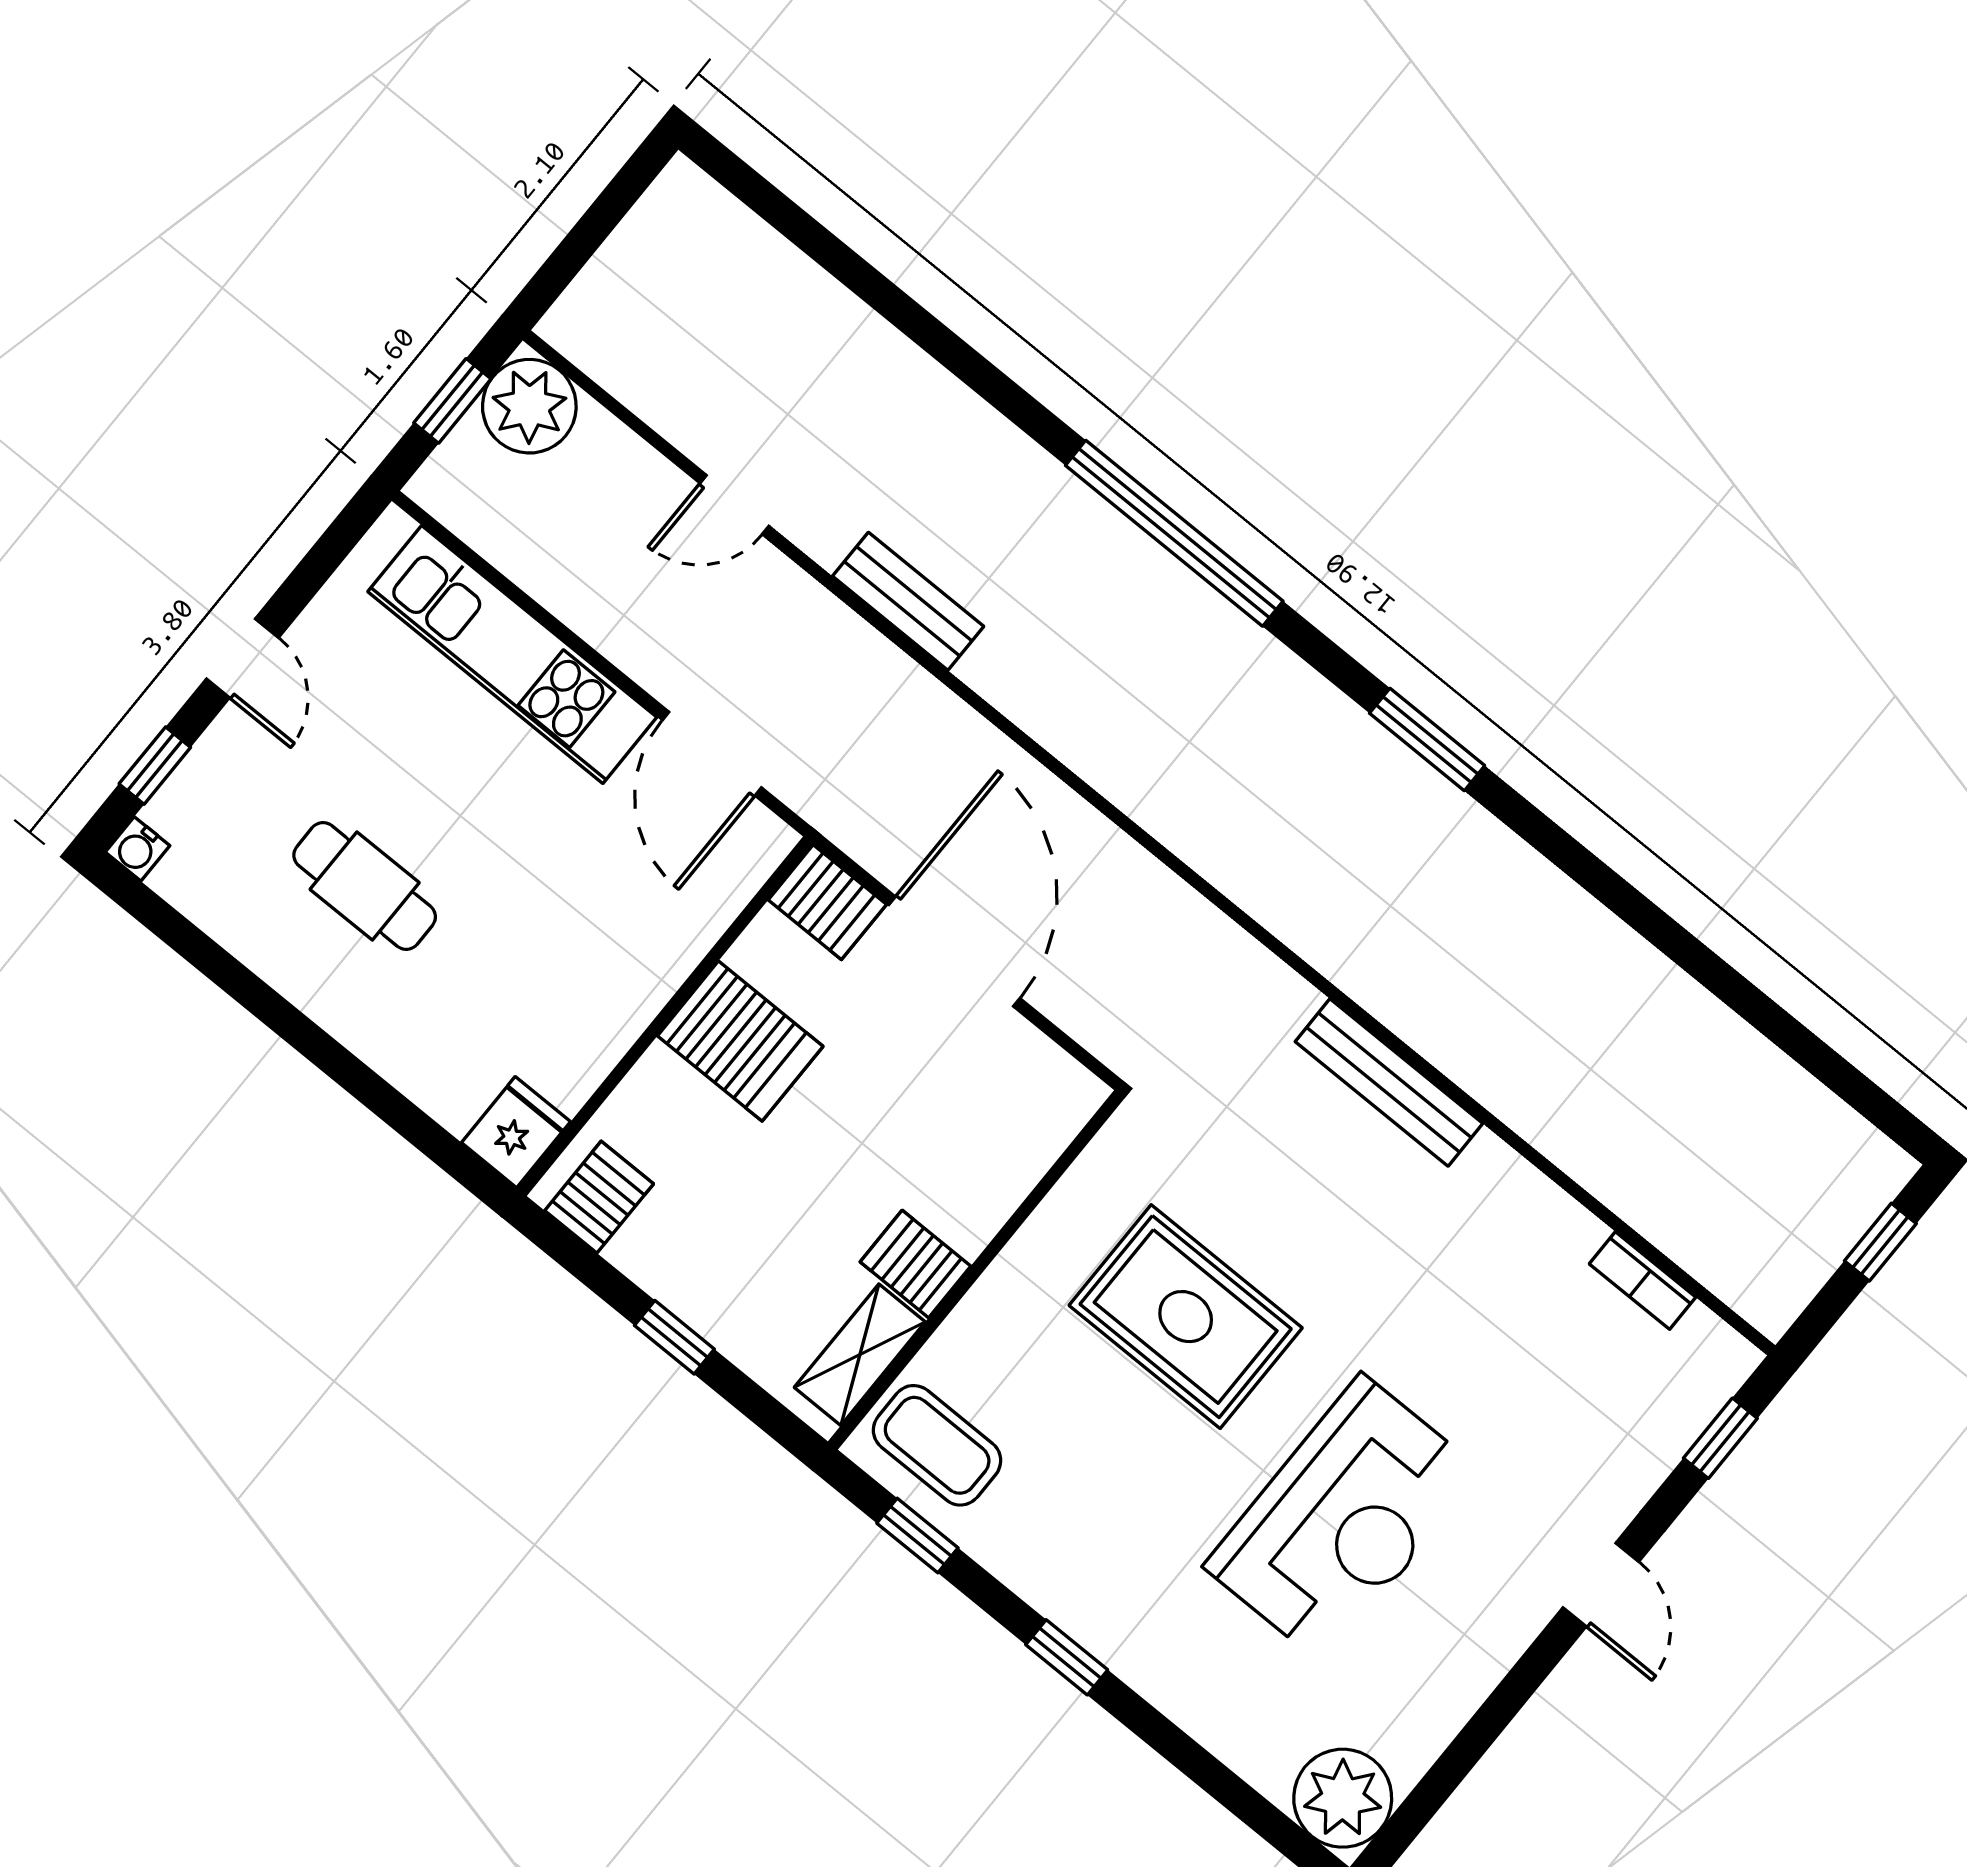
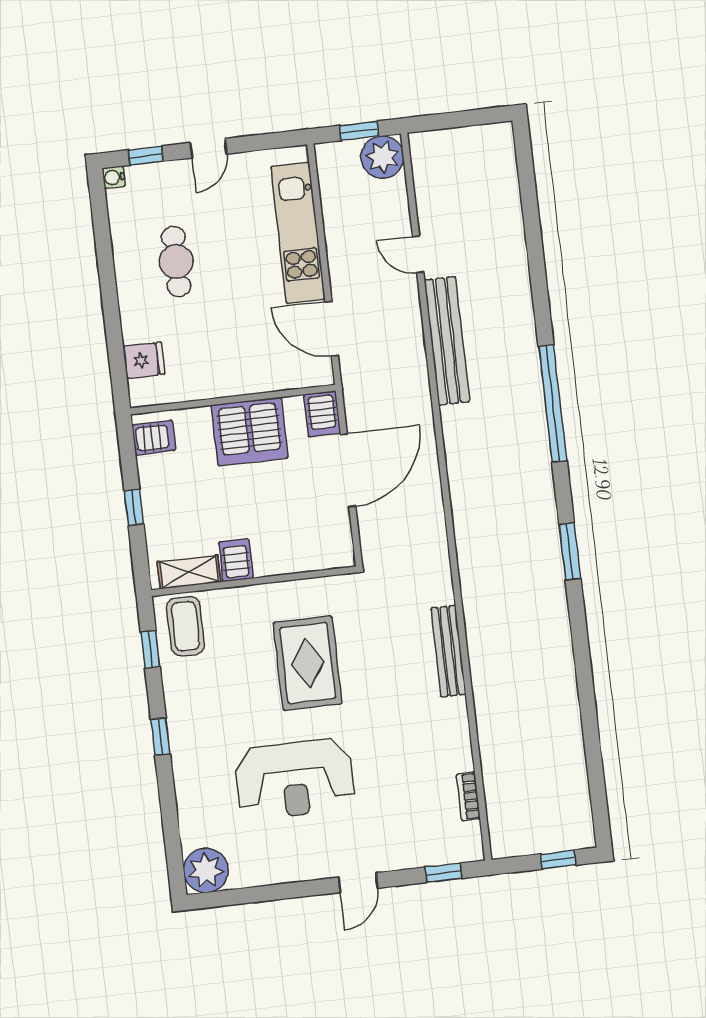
bench: (908, 601) -> (447, 341), width x1.86, depth x1.21
door: (712, 754) -> (332, 329), hinge flipped
server rack: (740, 1041) -> (250, 432), width x1.60
fridge: (516, 1132) -> (144, 360), moved

